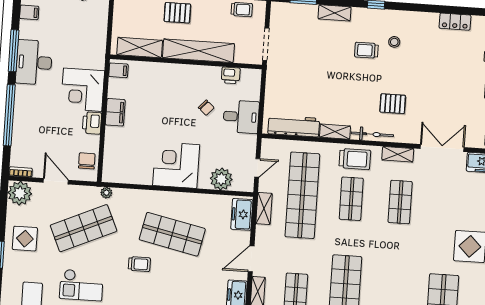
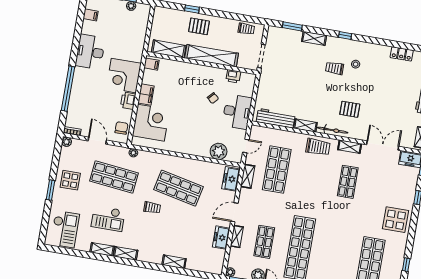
window: (14, 51) -> (76, 42), removed
desk: (241, 117) -> (237, 112), width x1.37
corner desk: (176, 165) -> (151, 123), moved, turned 90
plant: (20, 193) -> (67, 142), width x0.53, depth x0.53
shop shelf: (302, 195) -> (277, 170), width x0.71
shop shelf: (351, 199) -> (312, 176), removed
shop shelf: (84, 228) -> (114, 177), turned 30

